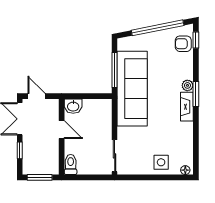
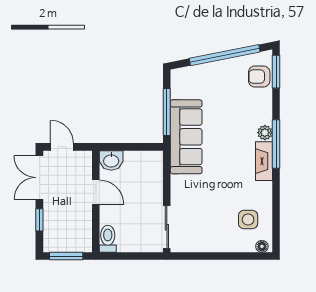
window: (196, 40) -> (276, 72), width x1.50
sofa: (132, 89) -> (186, 137), width x0.74, depth x0.79
window: (196, 94) -> (276, 144), width x1.44
side table: (161, 162) -> (248, 220), moved

